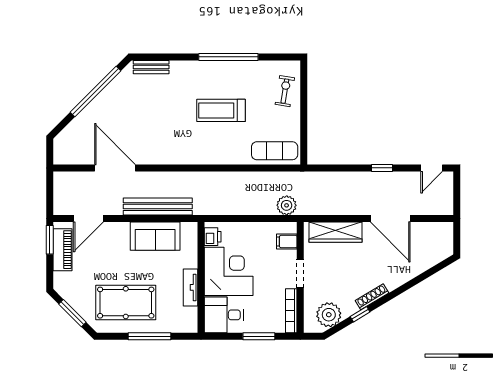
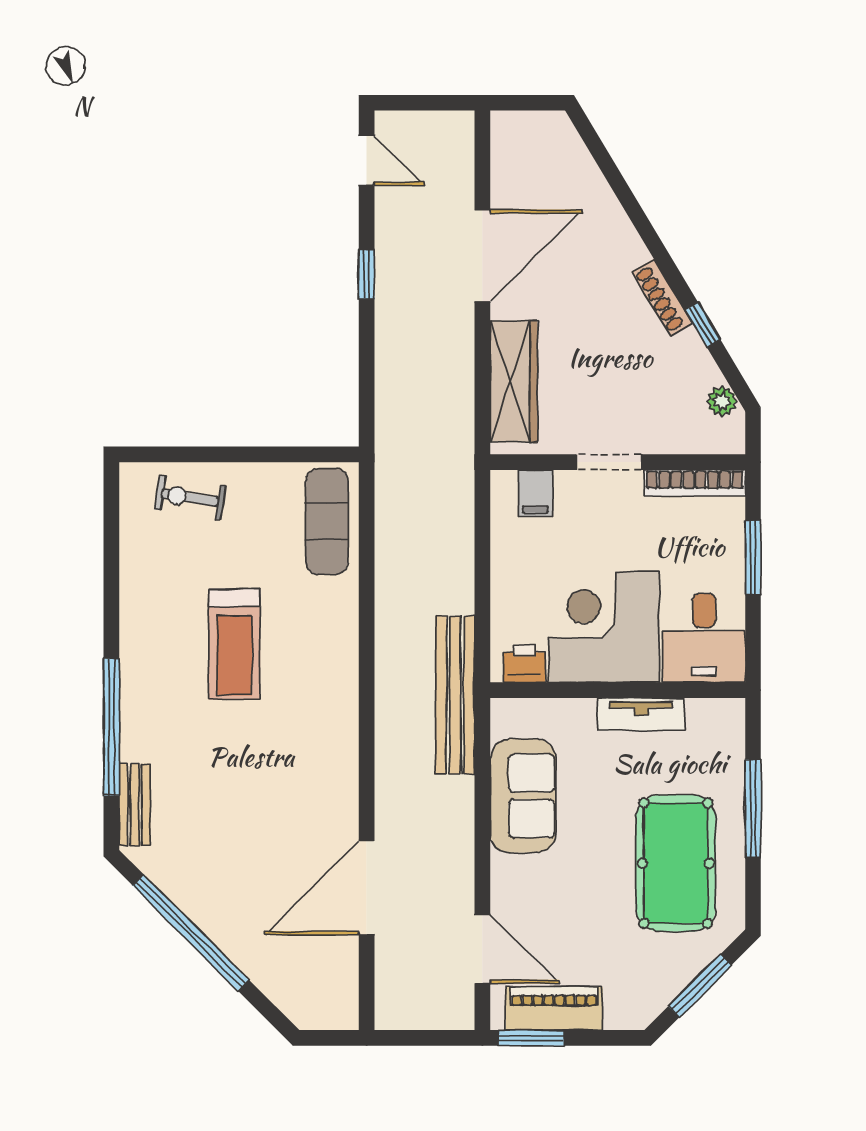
window: (228, 57) -> (111, 727), moved
plant: (287, 205) -> (452, 494), removed
bench: (158, 207) -> (455, 695), moved
plant: (329, 315) -> (722, 401), width x0.53, depth x0.53

